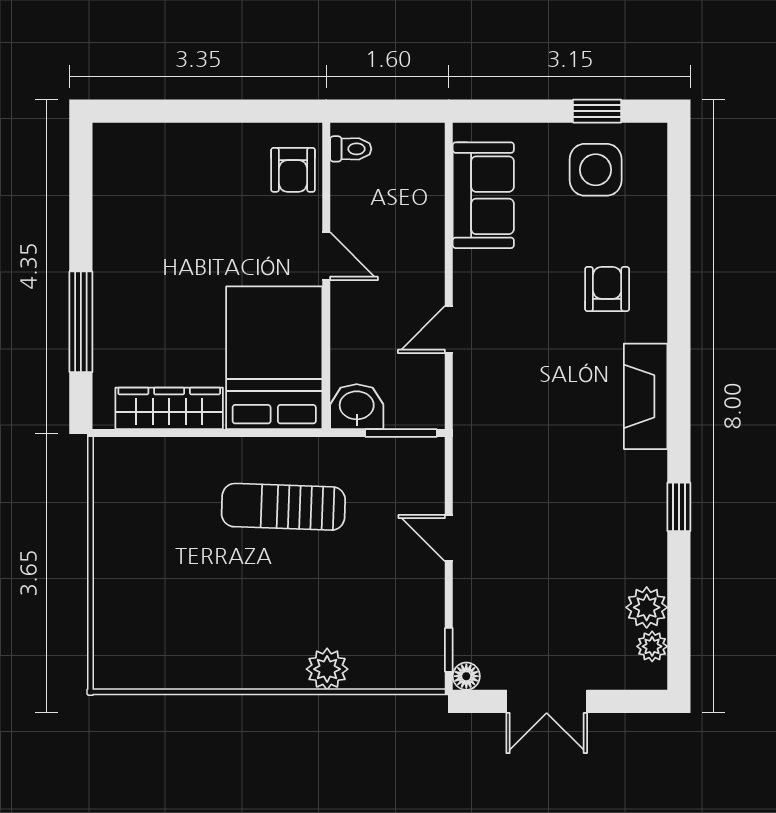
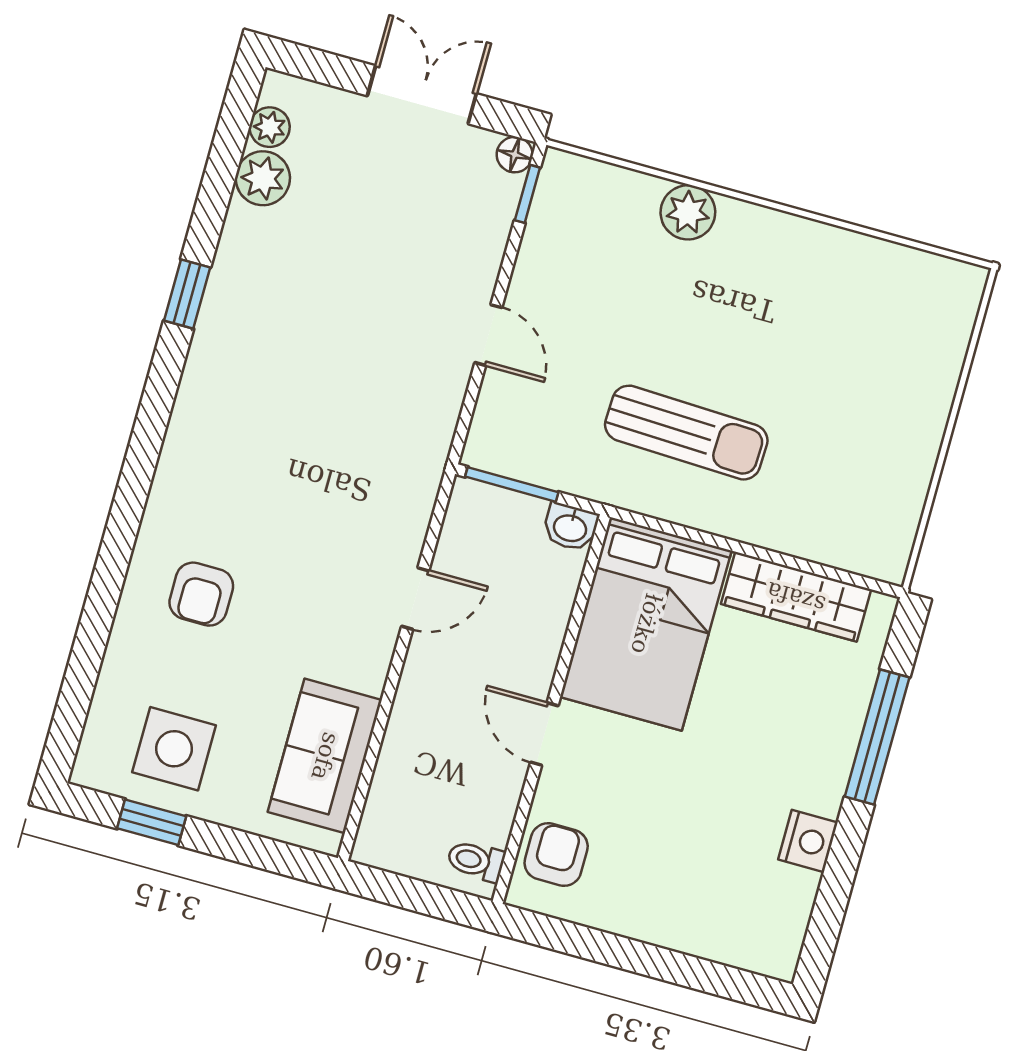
nightstand: (111, 231) -> (808, 841), added
fireplace: (646, 396) -> (190, 445), removed
washbasin: (357, 407) -> (570, 527), width x0.72, depth x0.69

